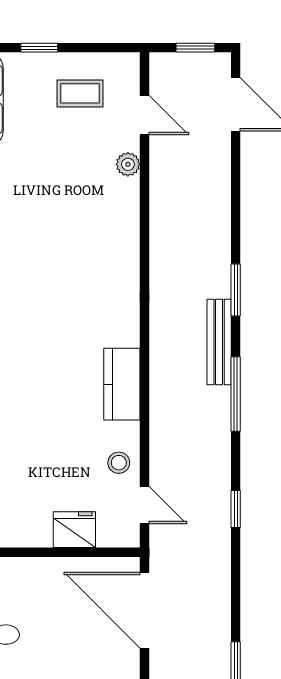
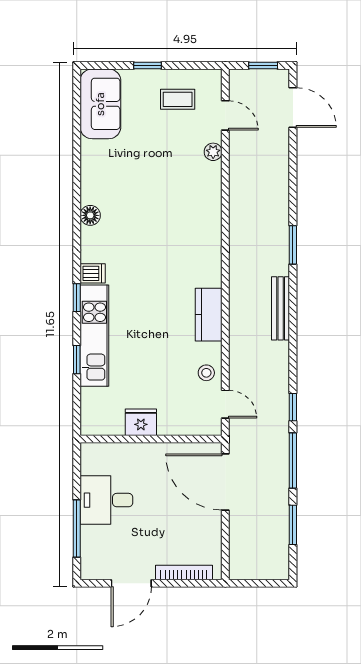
bench: (219, 342) -> (281, 308), moved
window: (236, 394) -> (293, 461), moved
fridge: (74, 530) -> (141, 422), moved

